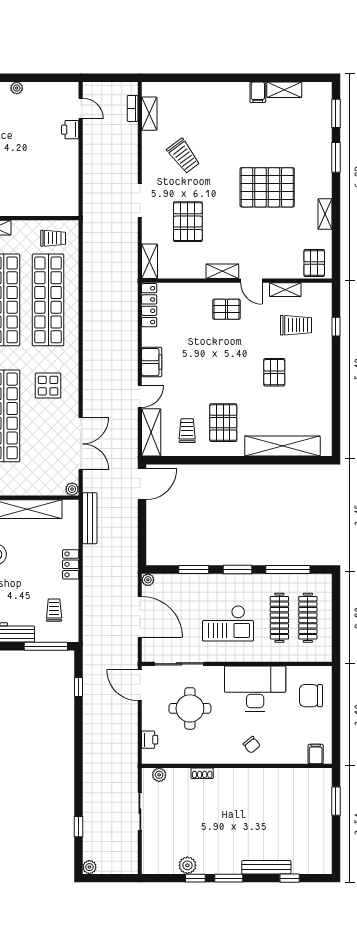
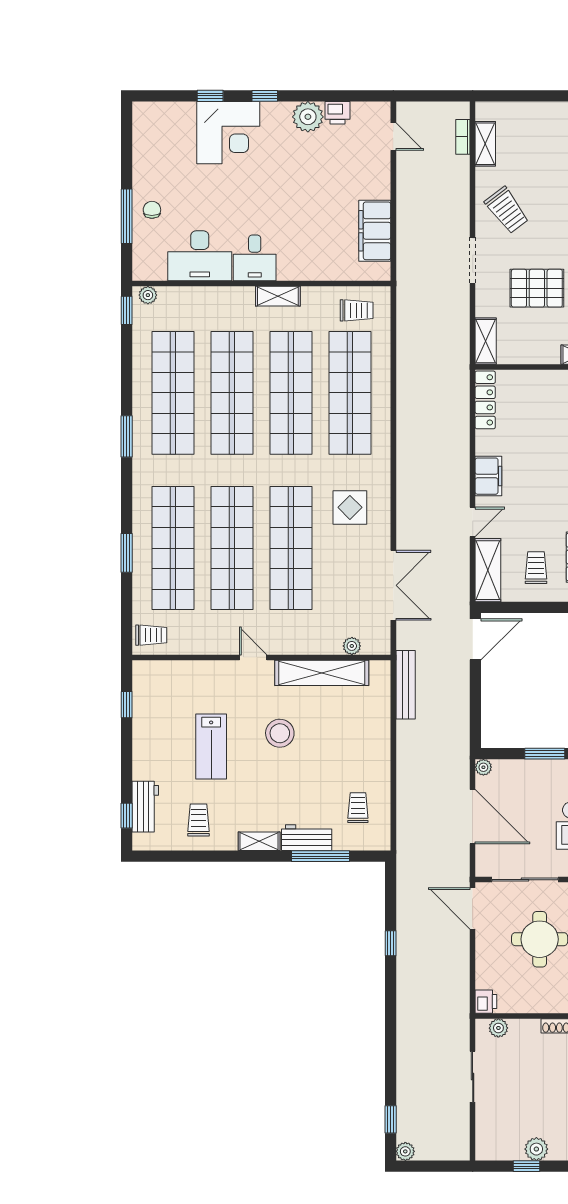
plant: (17, 88) -> (308, 117), width x1.87, depth x1.87
printer: (70, 130) -> (338, 113), moved, turned -90
trolley: (183, 156) -> (507, 210), moved
filing cabinet: (67, 179) -> (375, 231), added
pallet: (188, 222) -> (537, 288), turned 90
plant: (72, 489) -> (352, 646), moved
locker: (71, 564) -> (380, 747), removed
window: (46, 646) -> (321, 856), moved
window: (78, 687) -> (391, 943), moved
printer: (150, 740) -> (486, 1002), moved
window: (78, 827) -> (391, 1119), moved
window: (195, 878) -> (527, 1166), moved

